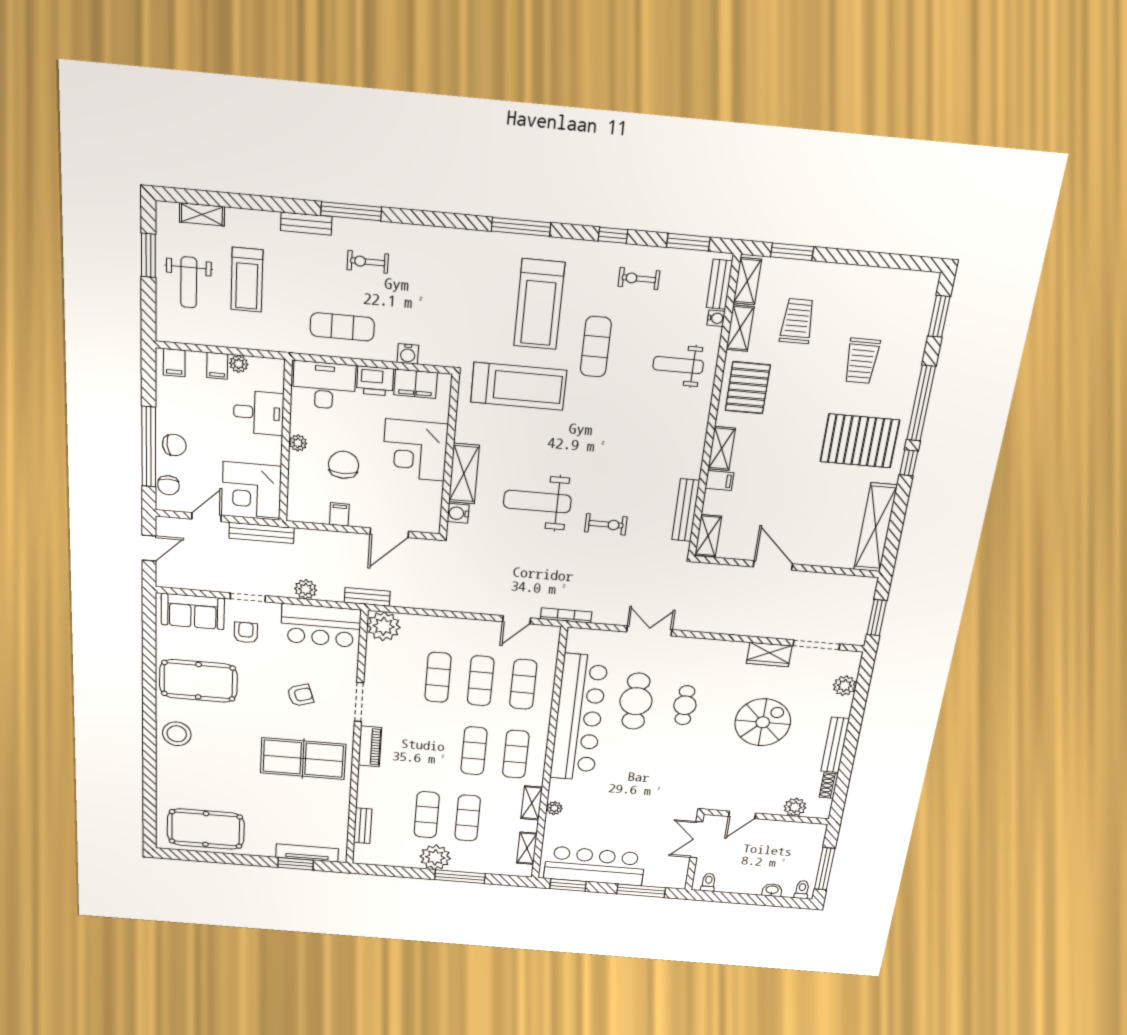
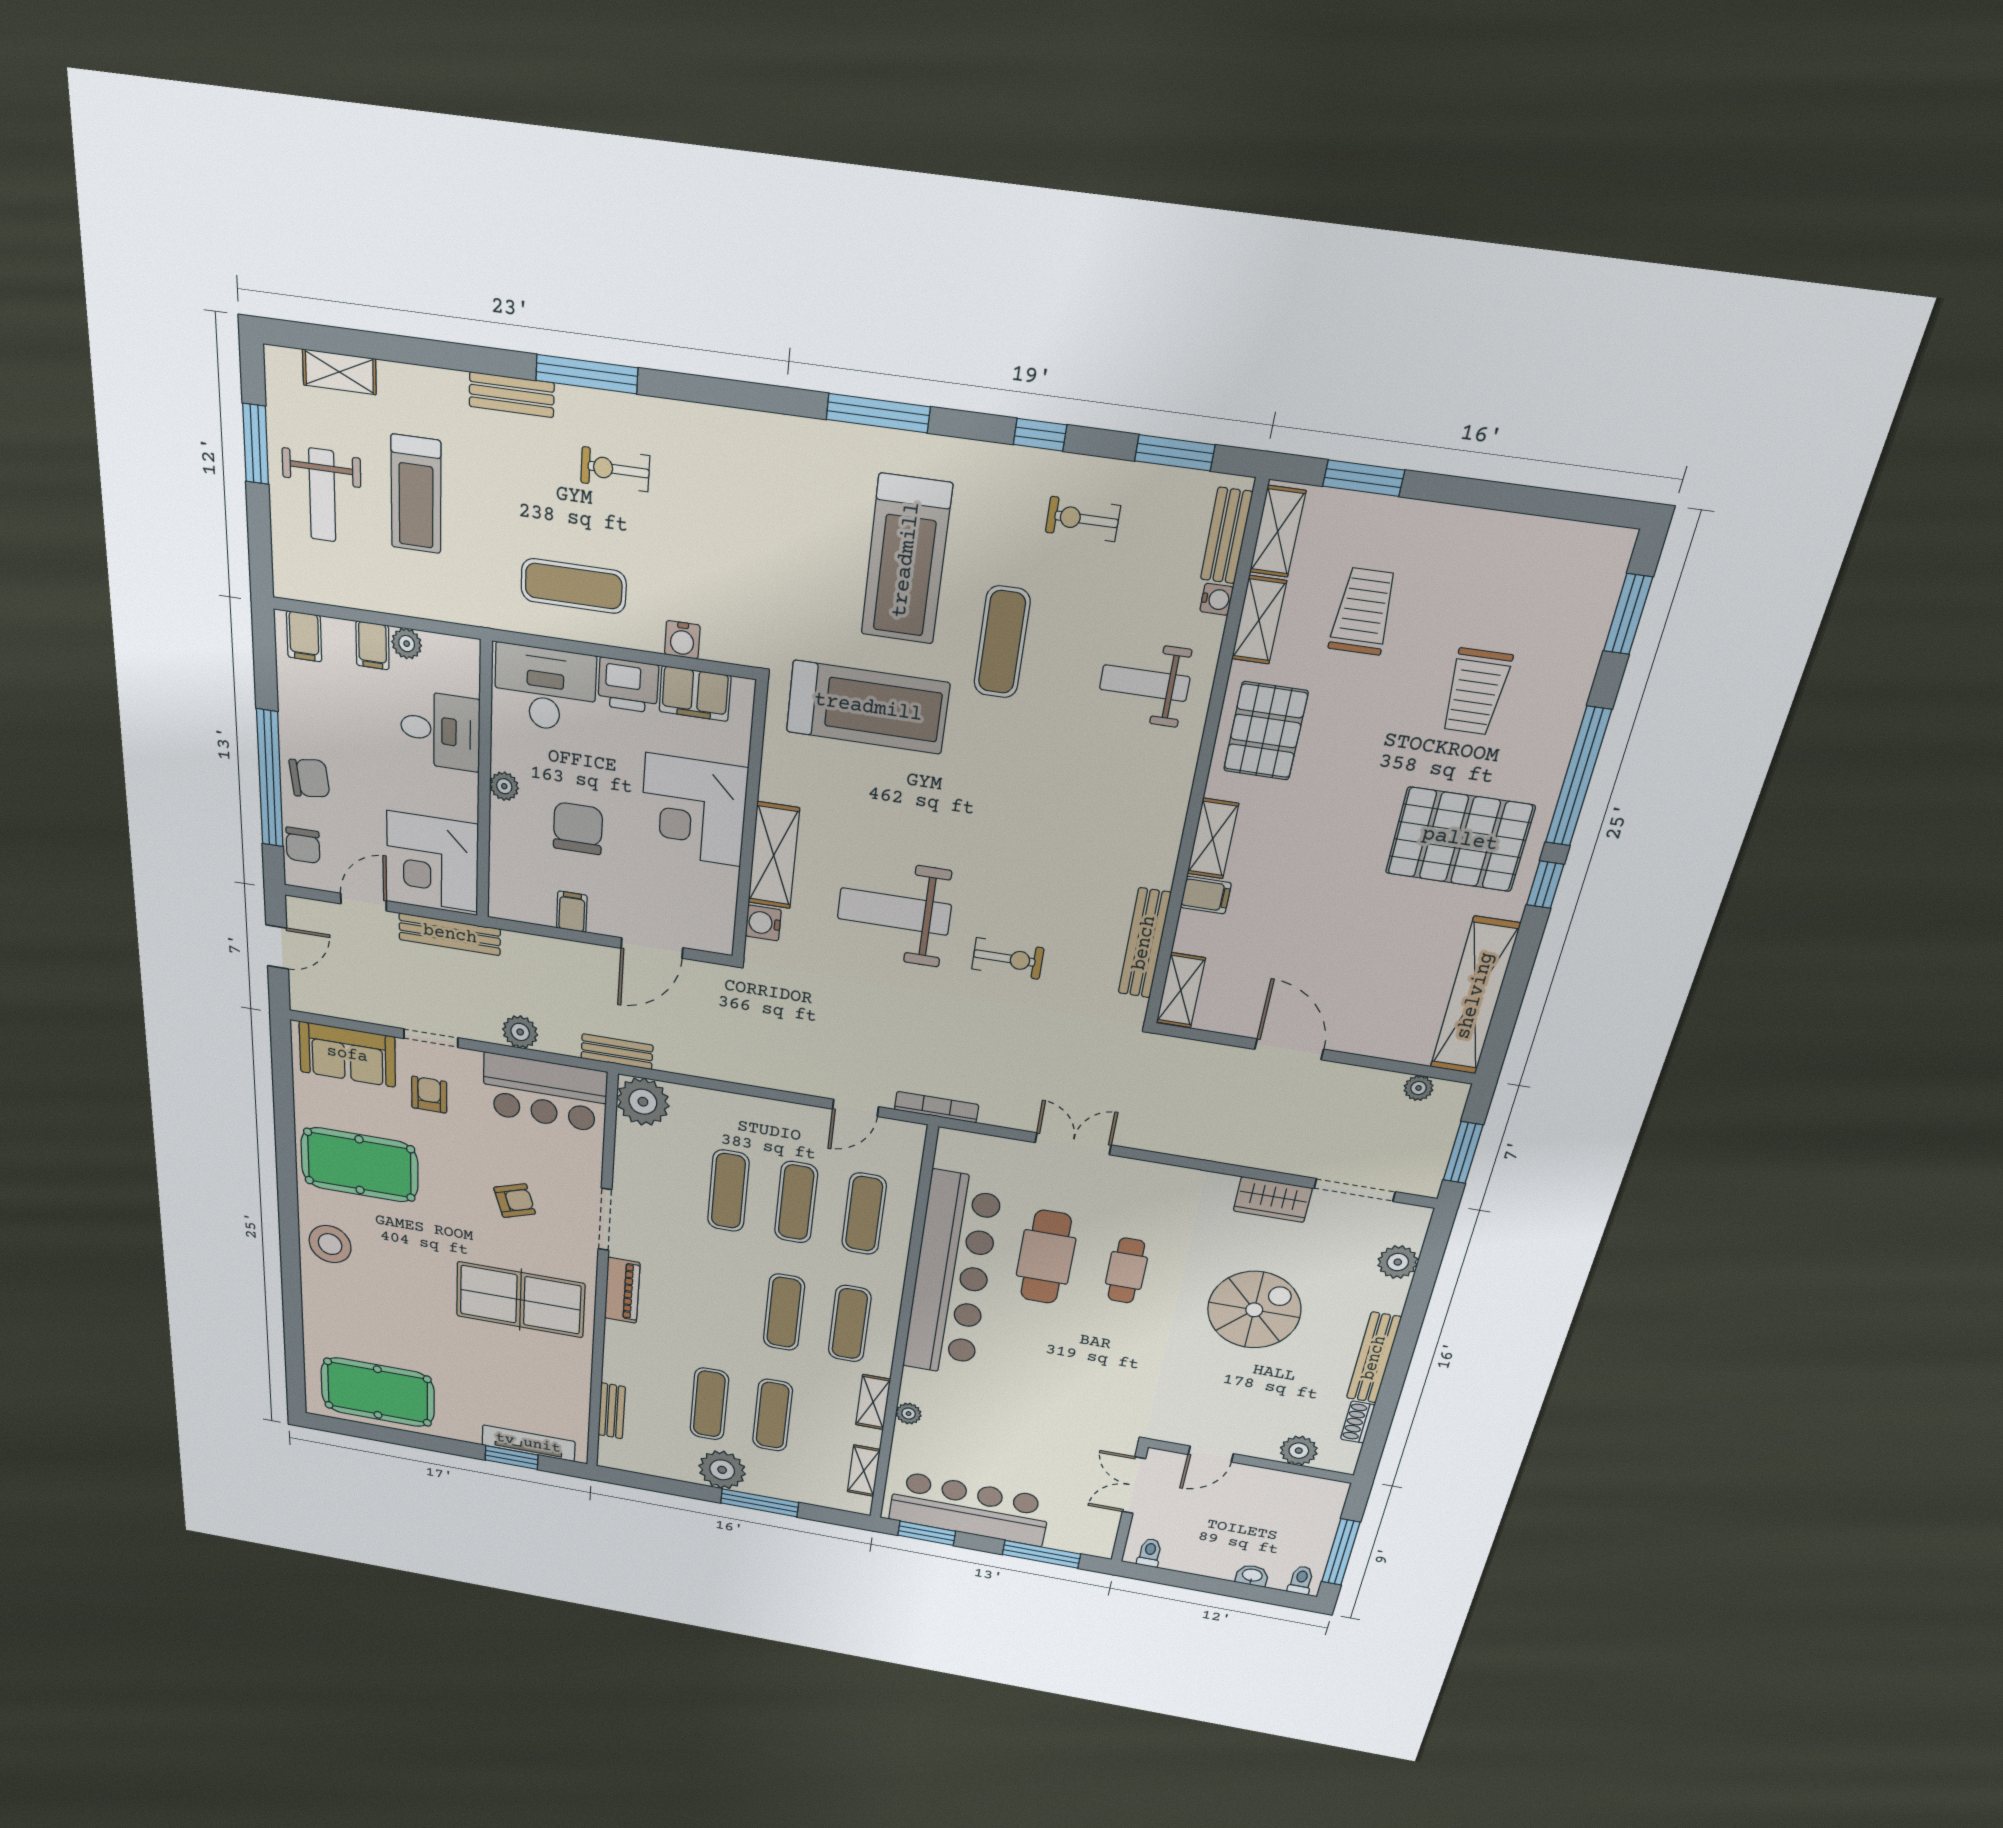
plant: (848, 582) -> (1419, 1088), added

